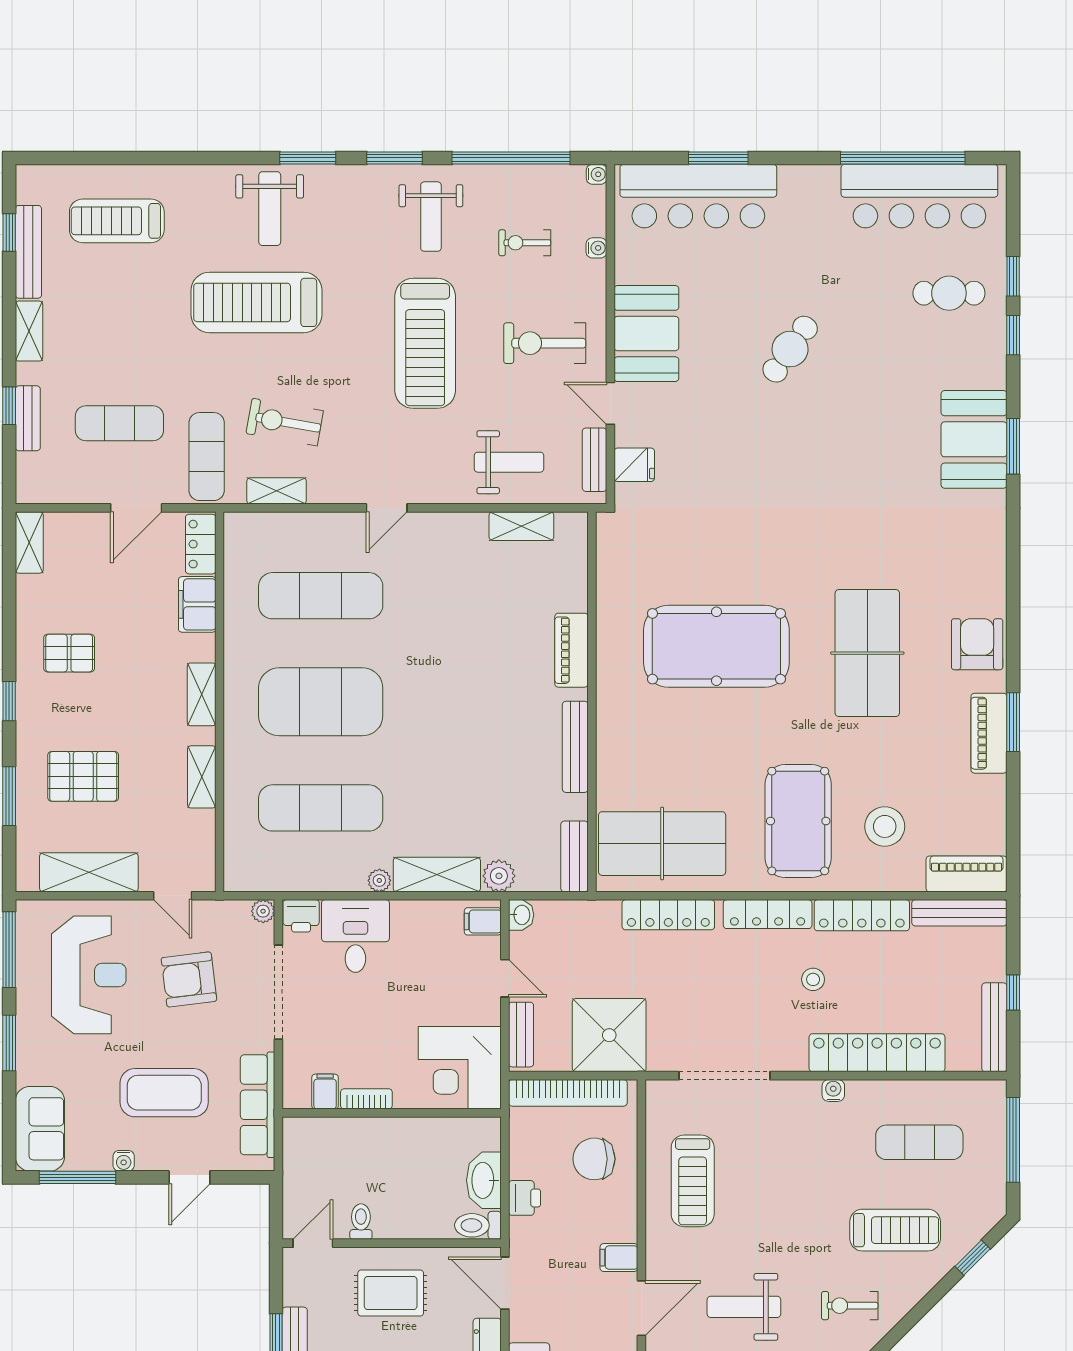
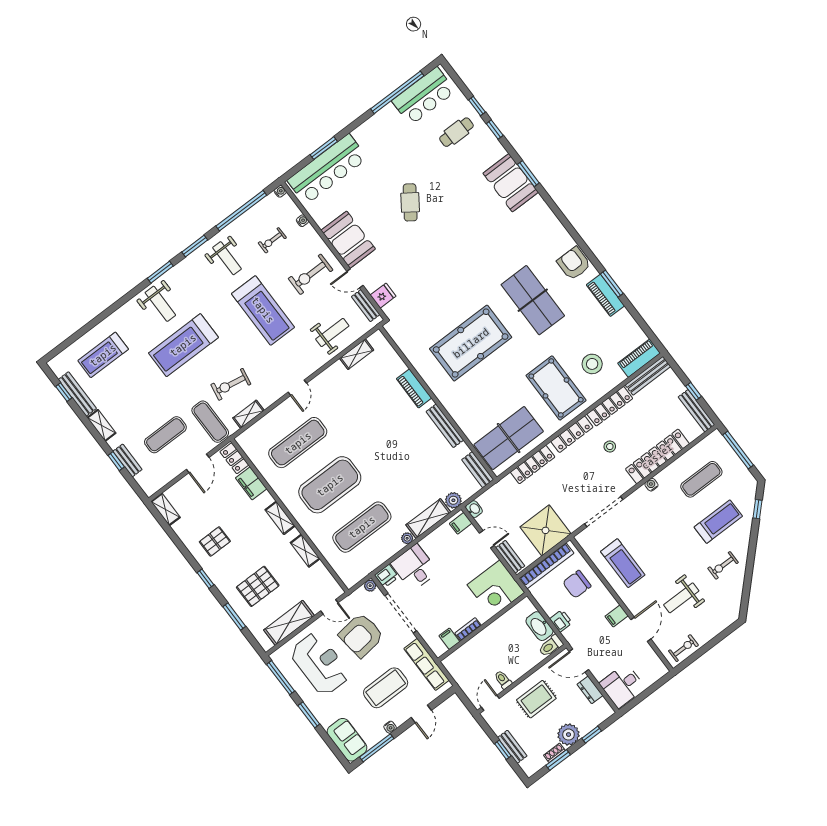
bar counter: (919, 196) -> (424, 96), width x0.73
armchair: (189, 979) -> (361, 635), width x1.36, depth x1.36

